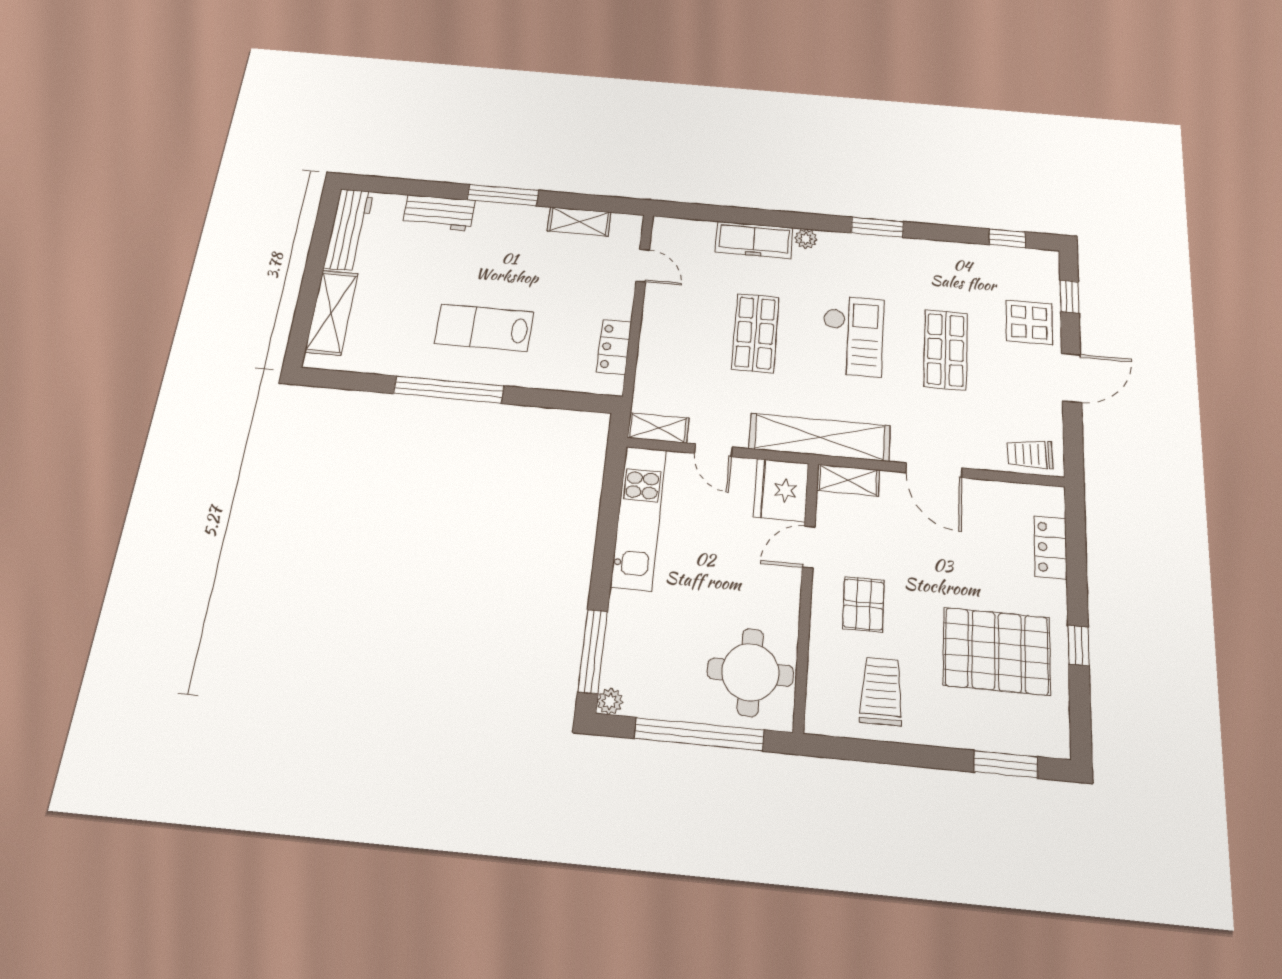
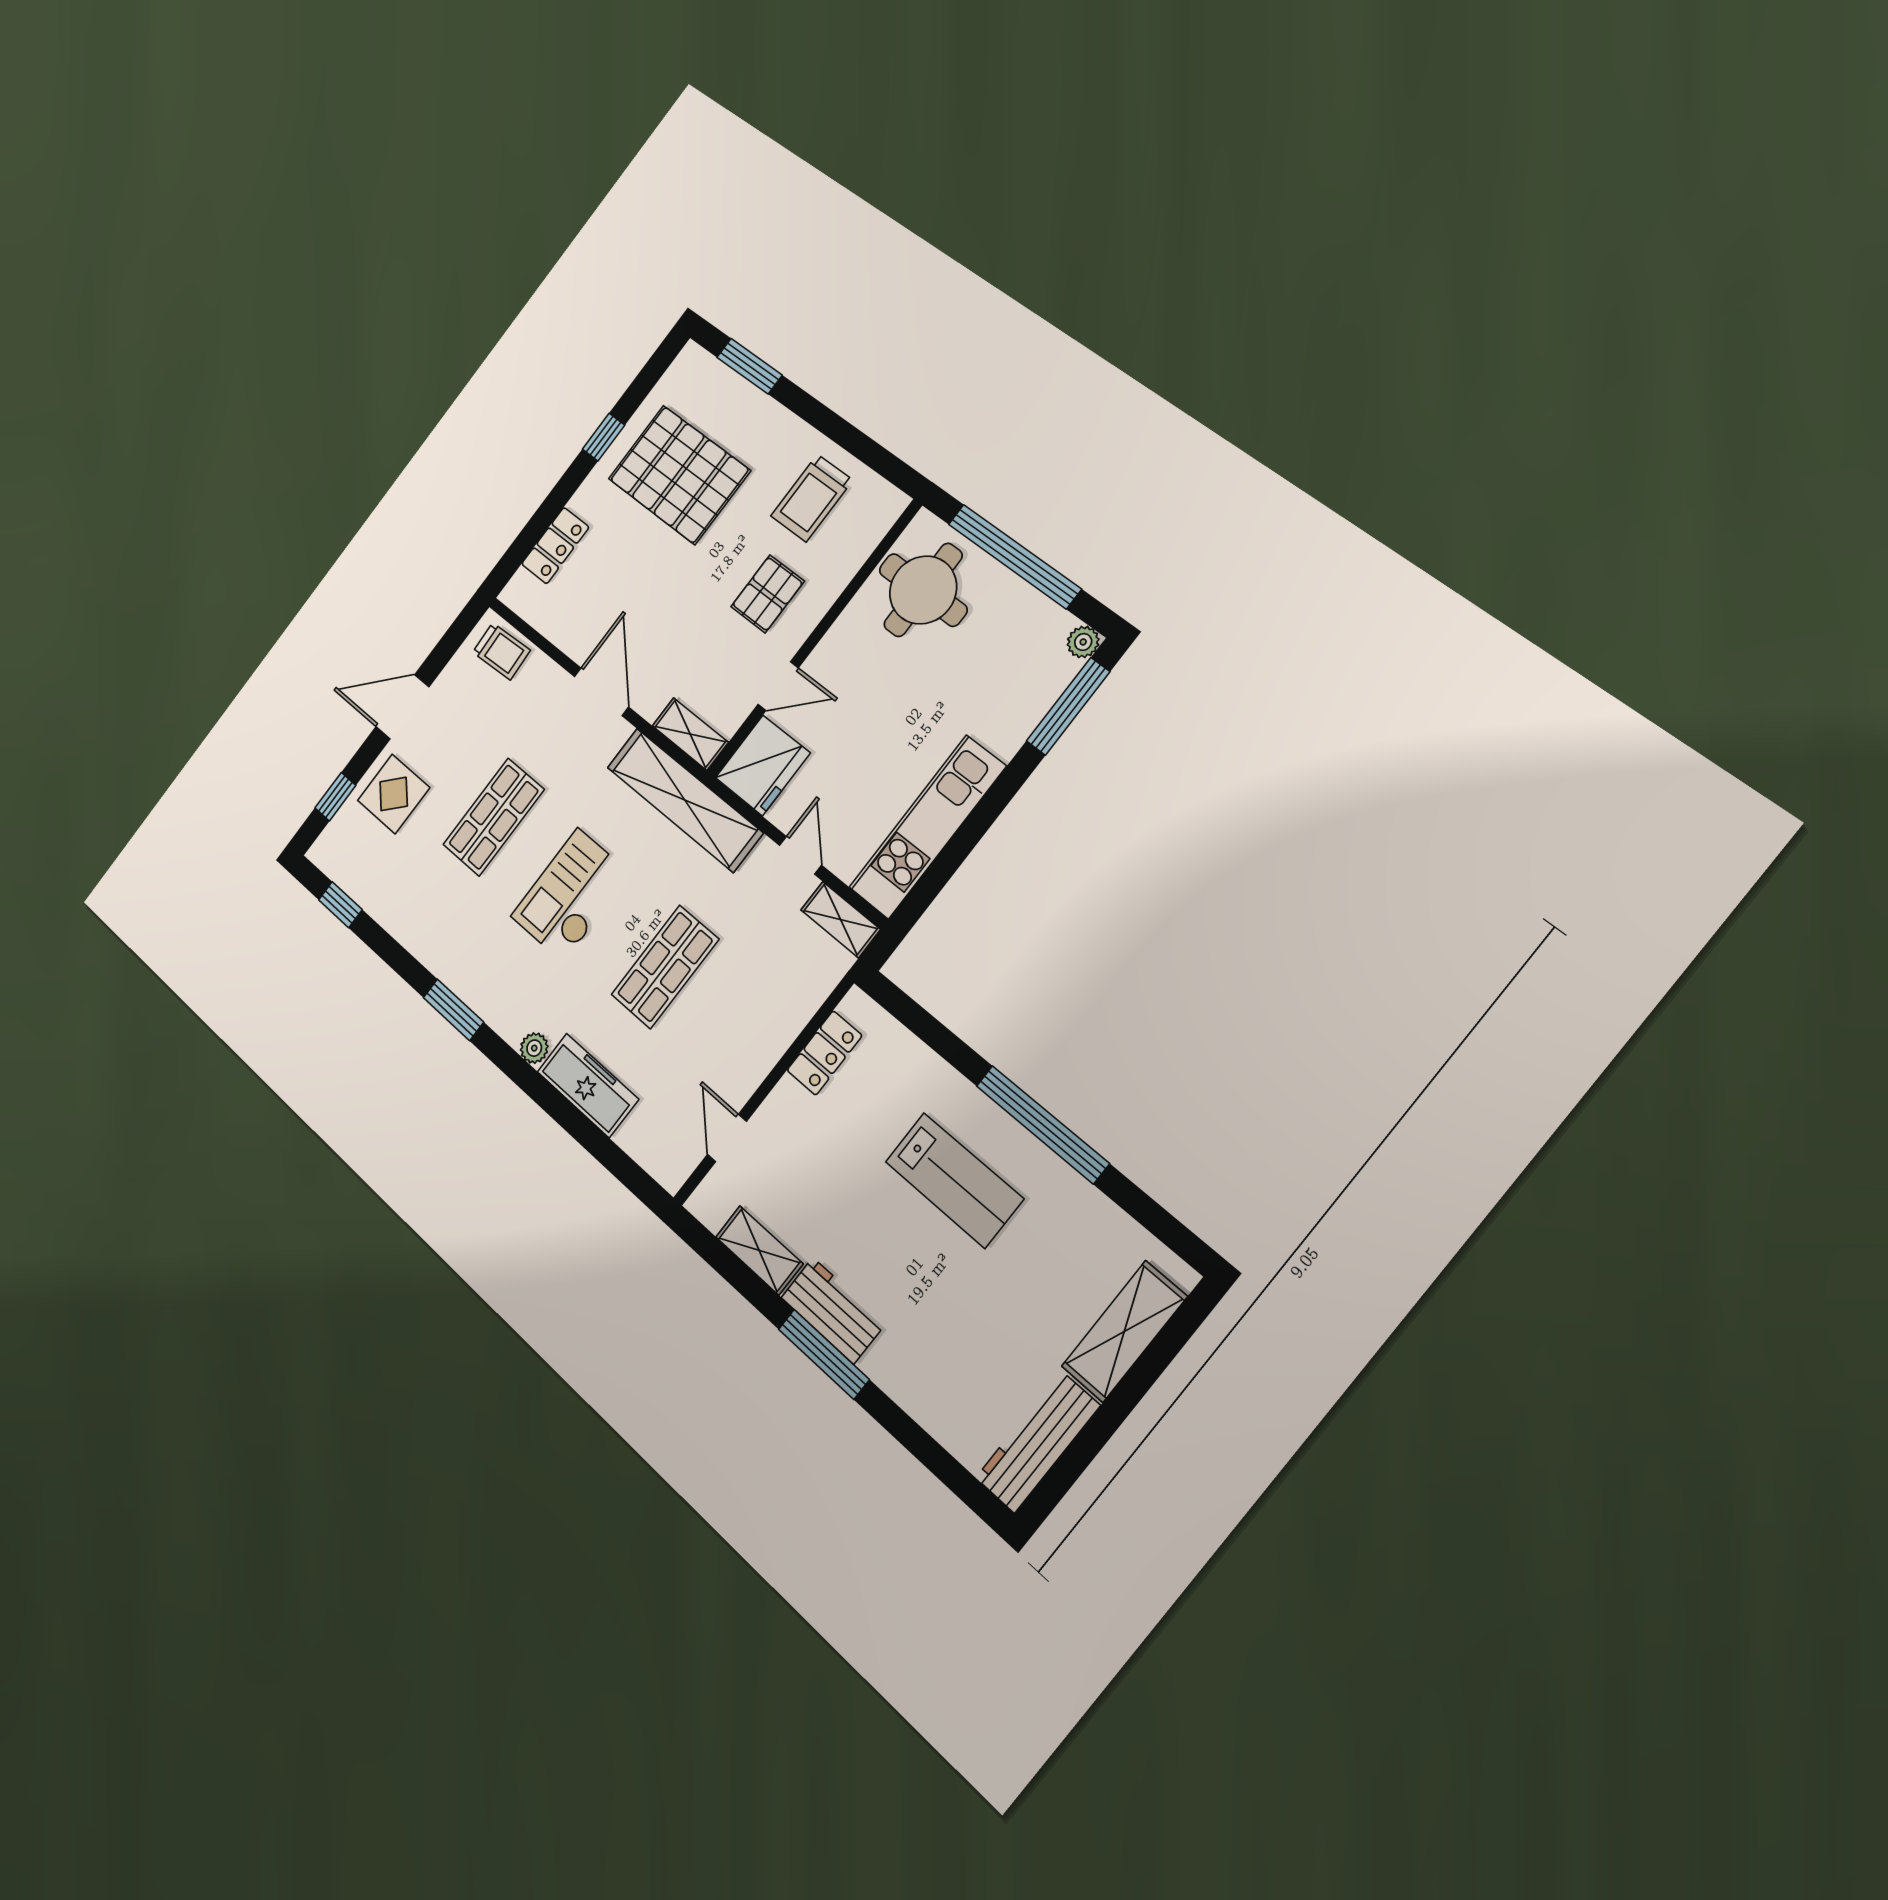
workbench: (439, 213) -> (833, 1310), moved

